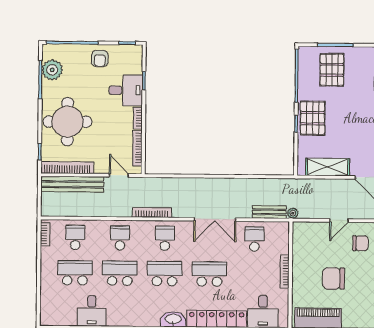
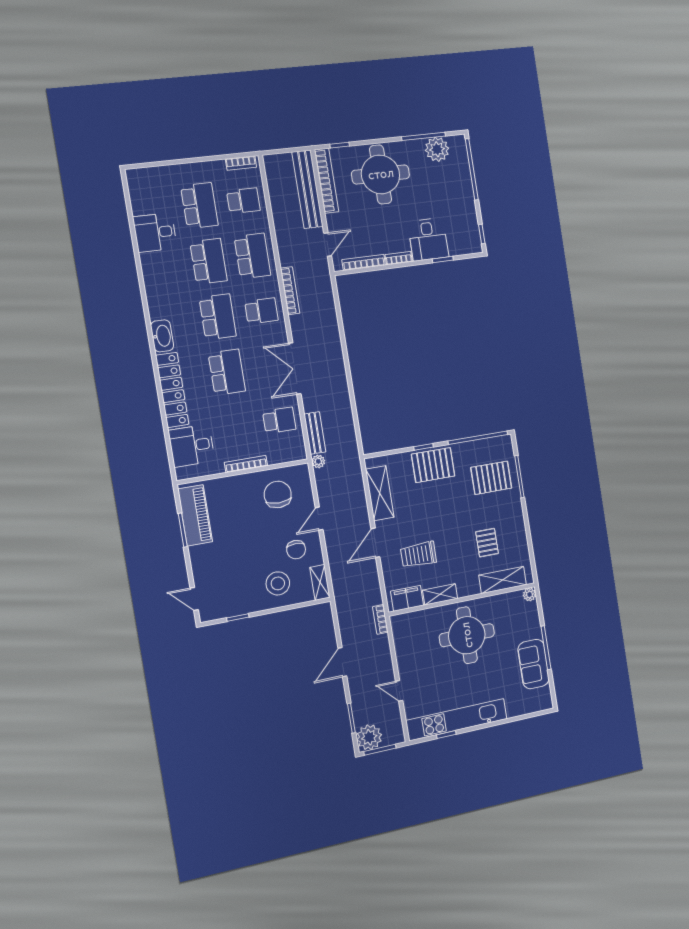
armchair: (100, 59) -> (459, 204), removed
door: (339, 220) -> (319, 519), hinge flipped
school desk: (120, 238) -> (252, 256), width x1.85
chair: (333, 278) -> (278, 494), moved

